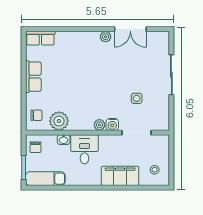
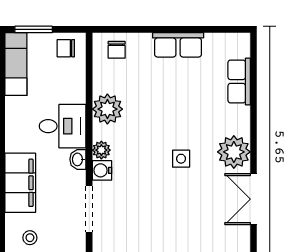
plant: (106, 37) -> (234, 152), width x1.88, depth x1.88
row of seats: (40, 38) -> (239, 81), moved
side table: (137, 98) -> (181, 159), moved
plant: (59, 121) -> (107, 109), moved
washbasin: (64, 140) -> (78, 159), moved

